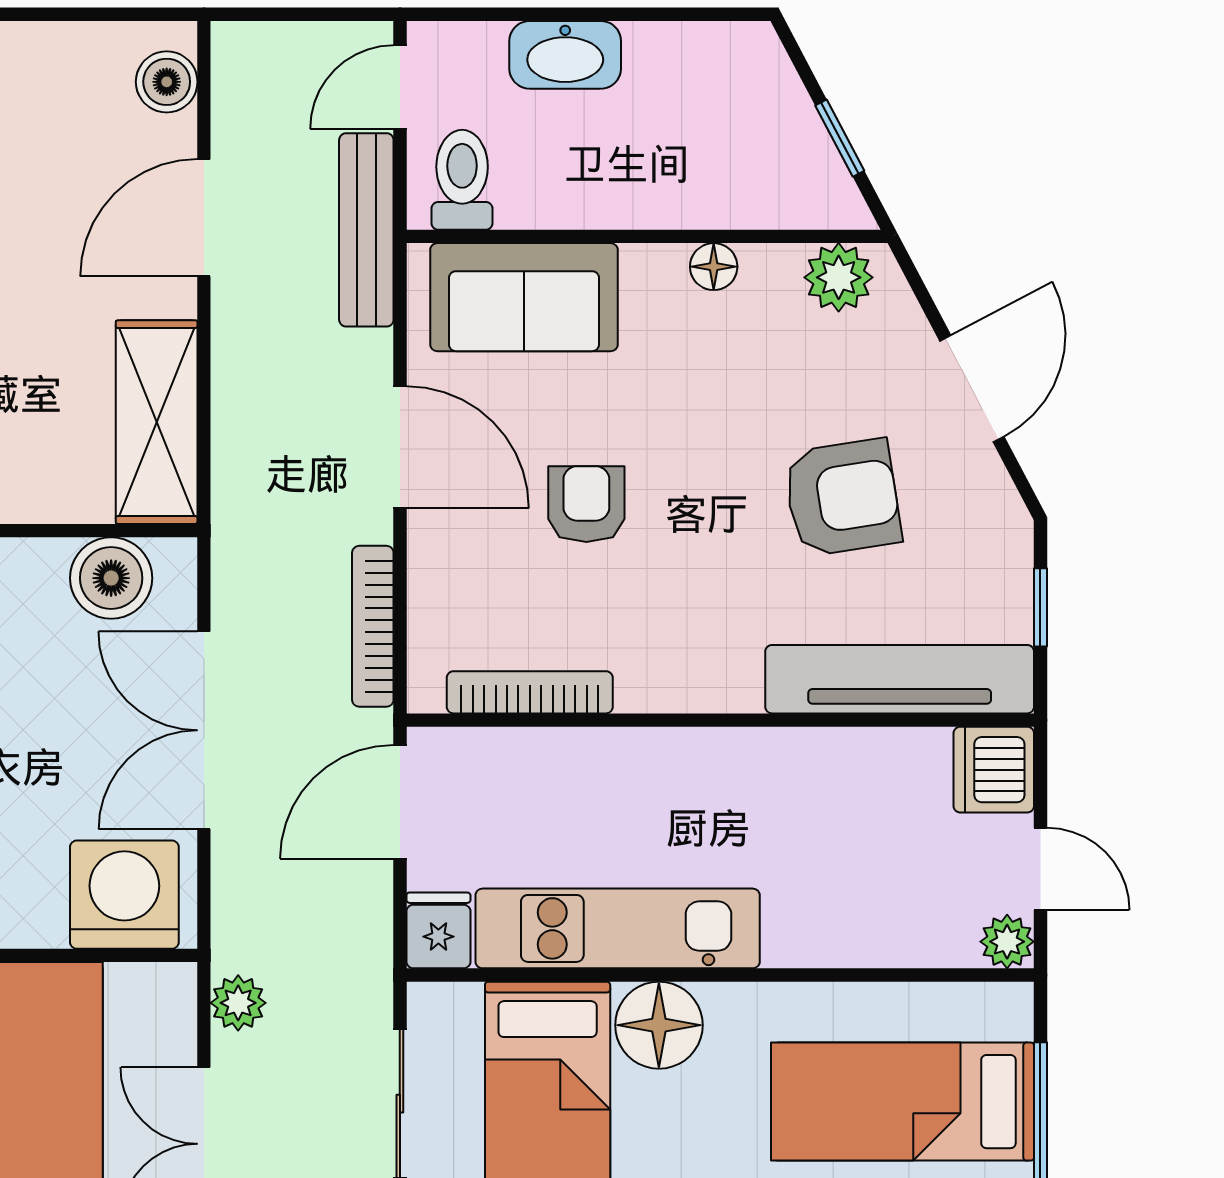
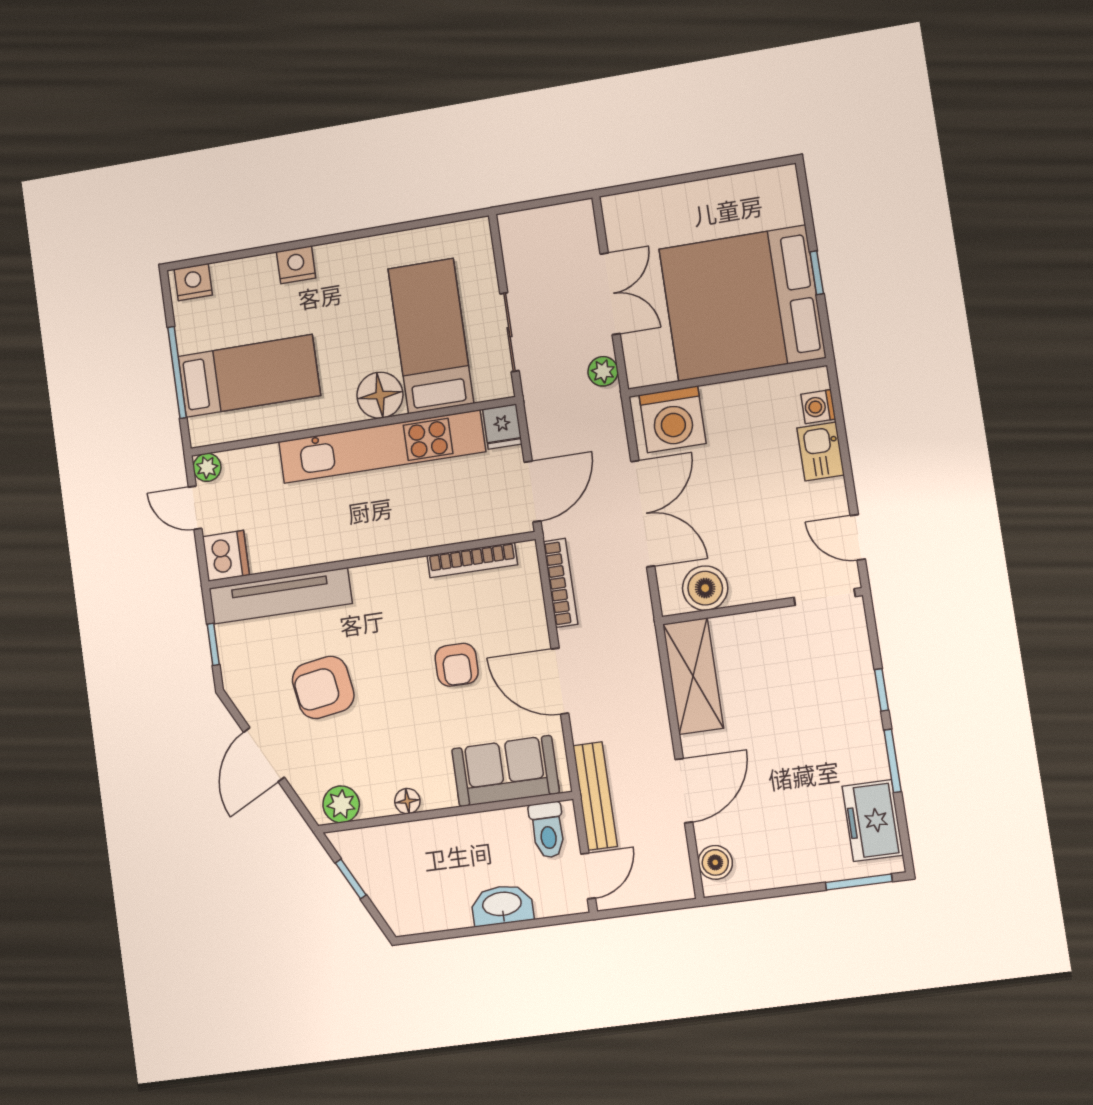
kitchen unit: (618, 928) -> (382, 447), width x1.36

